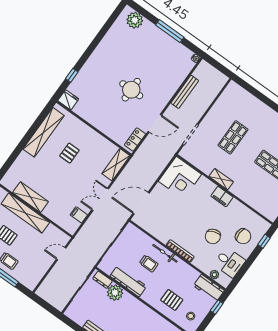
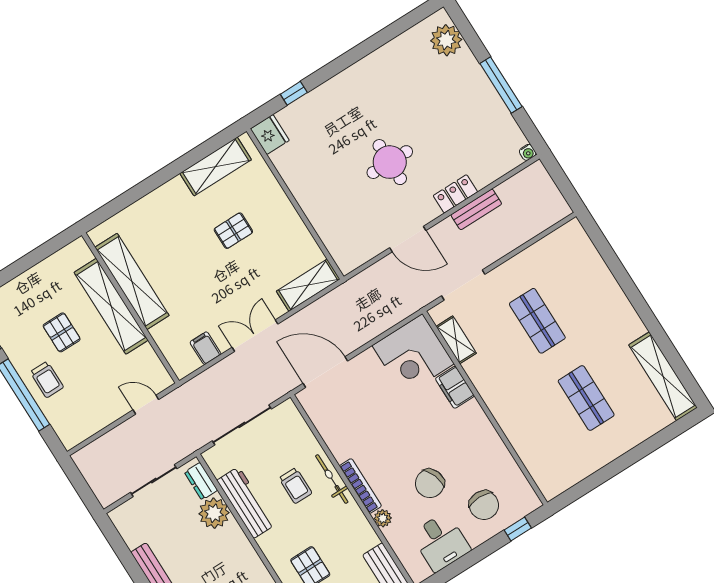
bench: (185, 92) -> (476, 209), width x0.73
shelving: (44, 132) -> (216, 166), width x0.68
shop shelf: (233, 137) -> (537, 321), turned 90
locker: (135, 140) -> (455, 194), moved
shelving: (221, 179) -> (456, 340), moved
shelving: (31, 197) -> (132, 281), width x1.47
filing cabinet: (222, 197) -> (455, 387), moved
plant: (214, 275) -> (383, 518), moved

